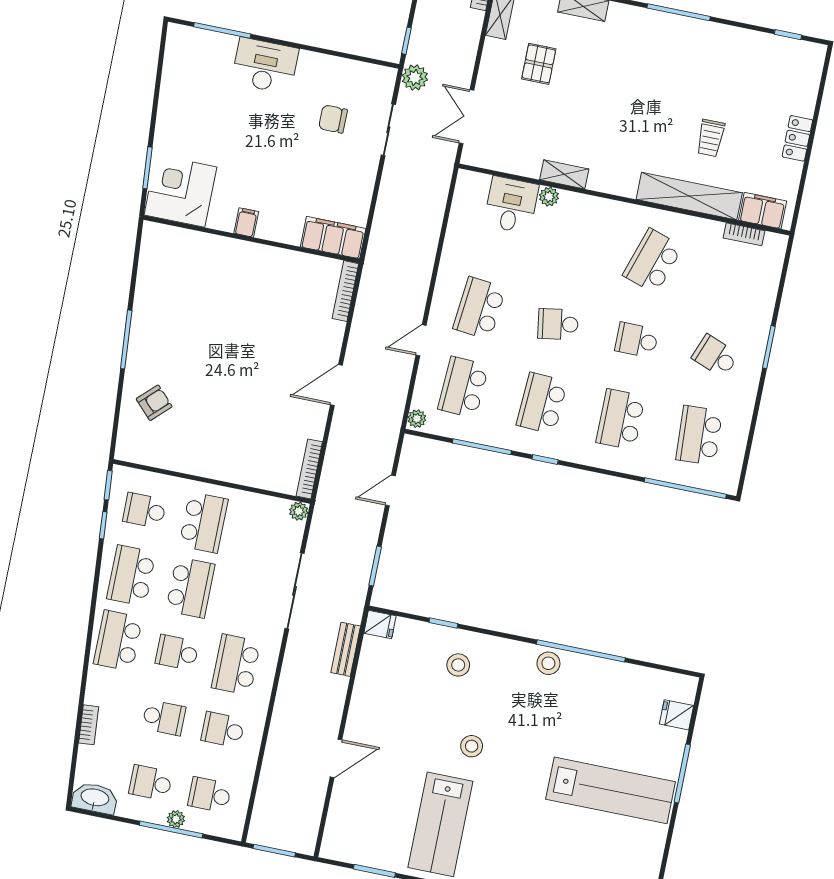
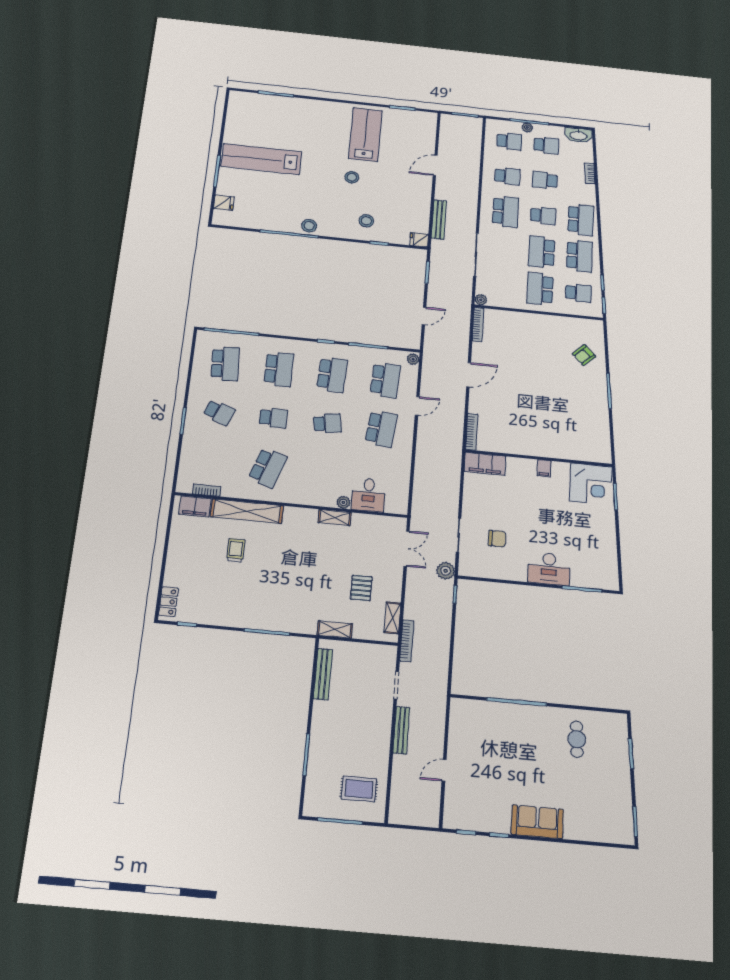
locker: (797, 138) -> (168, 602), moved
bench: (346, 649) -> (439, 220), width x1.36

